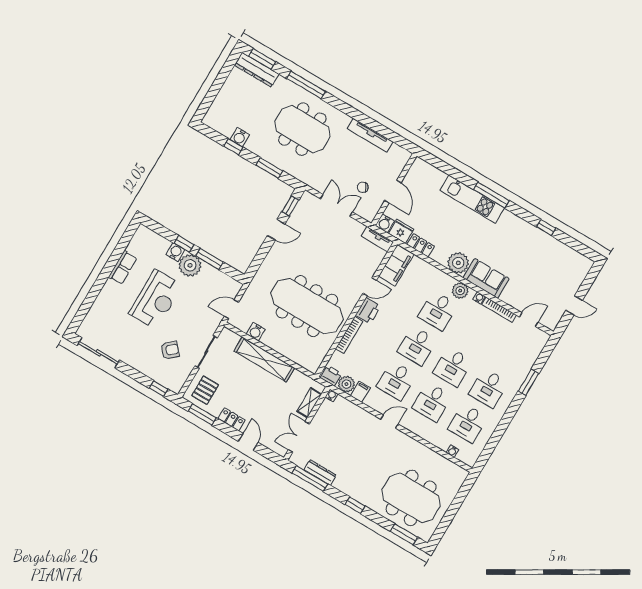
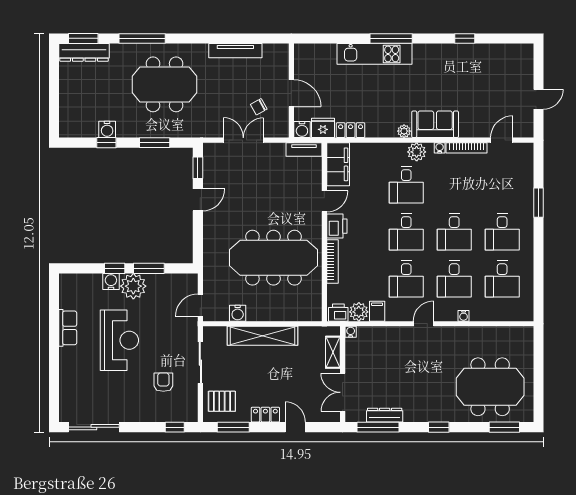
plant: (458, 263) -> (404, 131), width x0.53, depth x0.53
armchair: (170, 350) -> (163, 382), turned -48
pallet: (205, 390) -> (222, 401), turned 90
water cooler: (452, 451) -> (464, 316), moved

